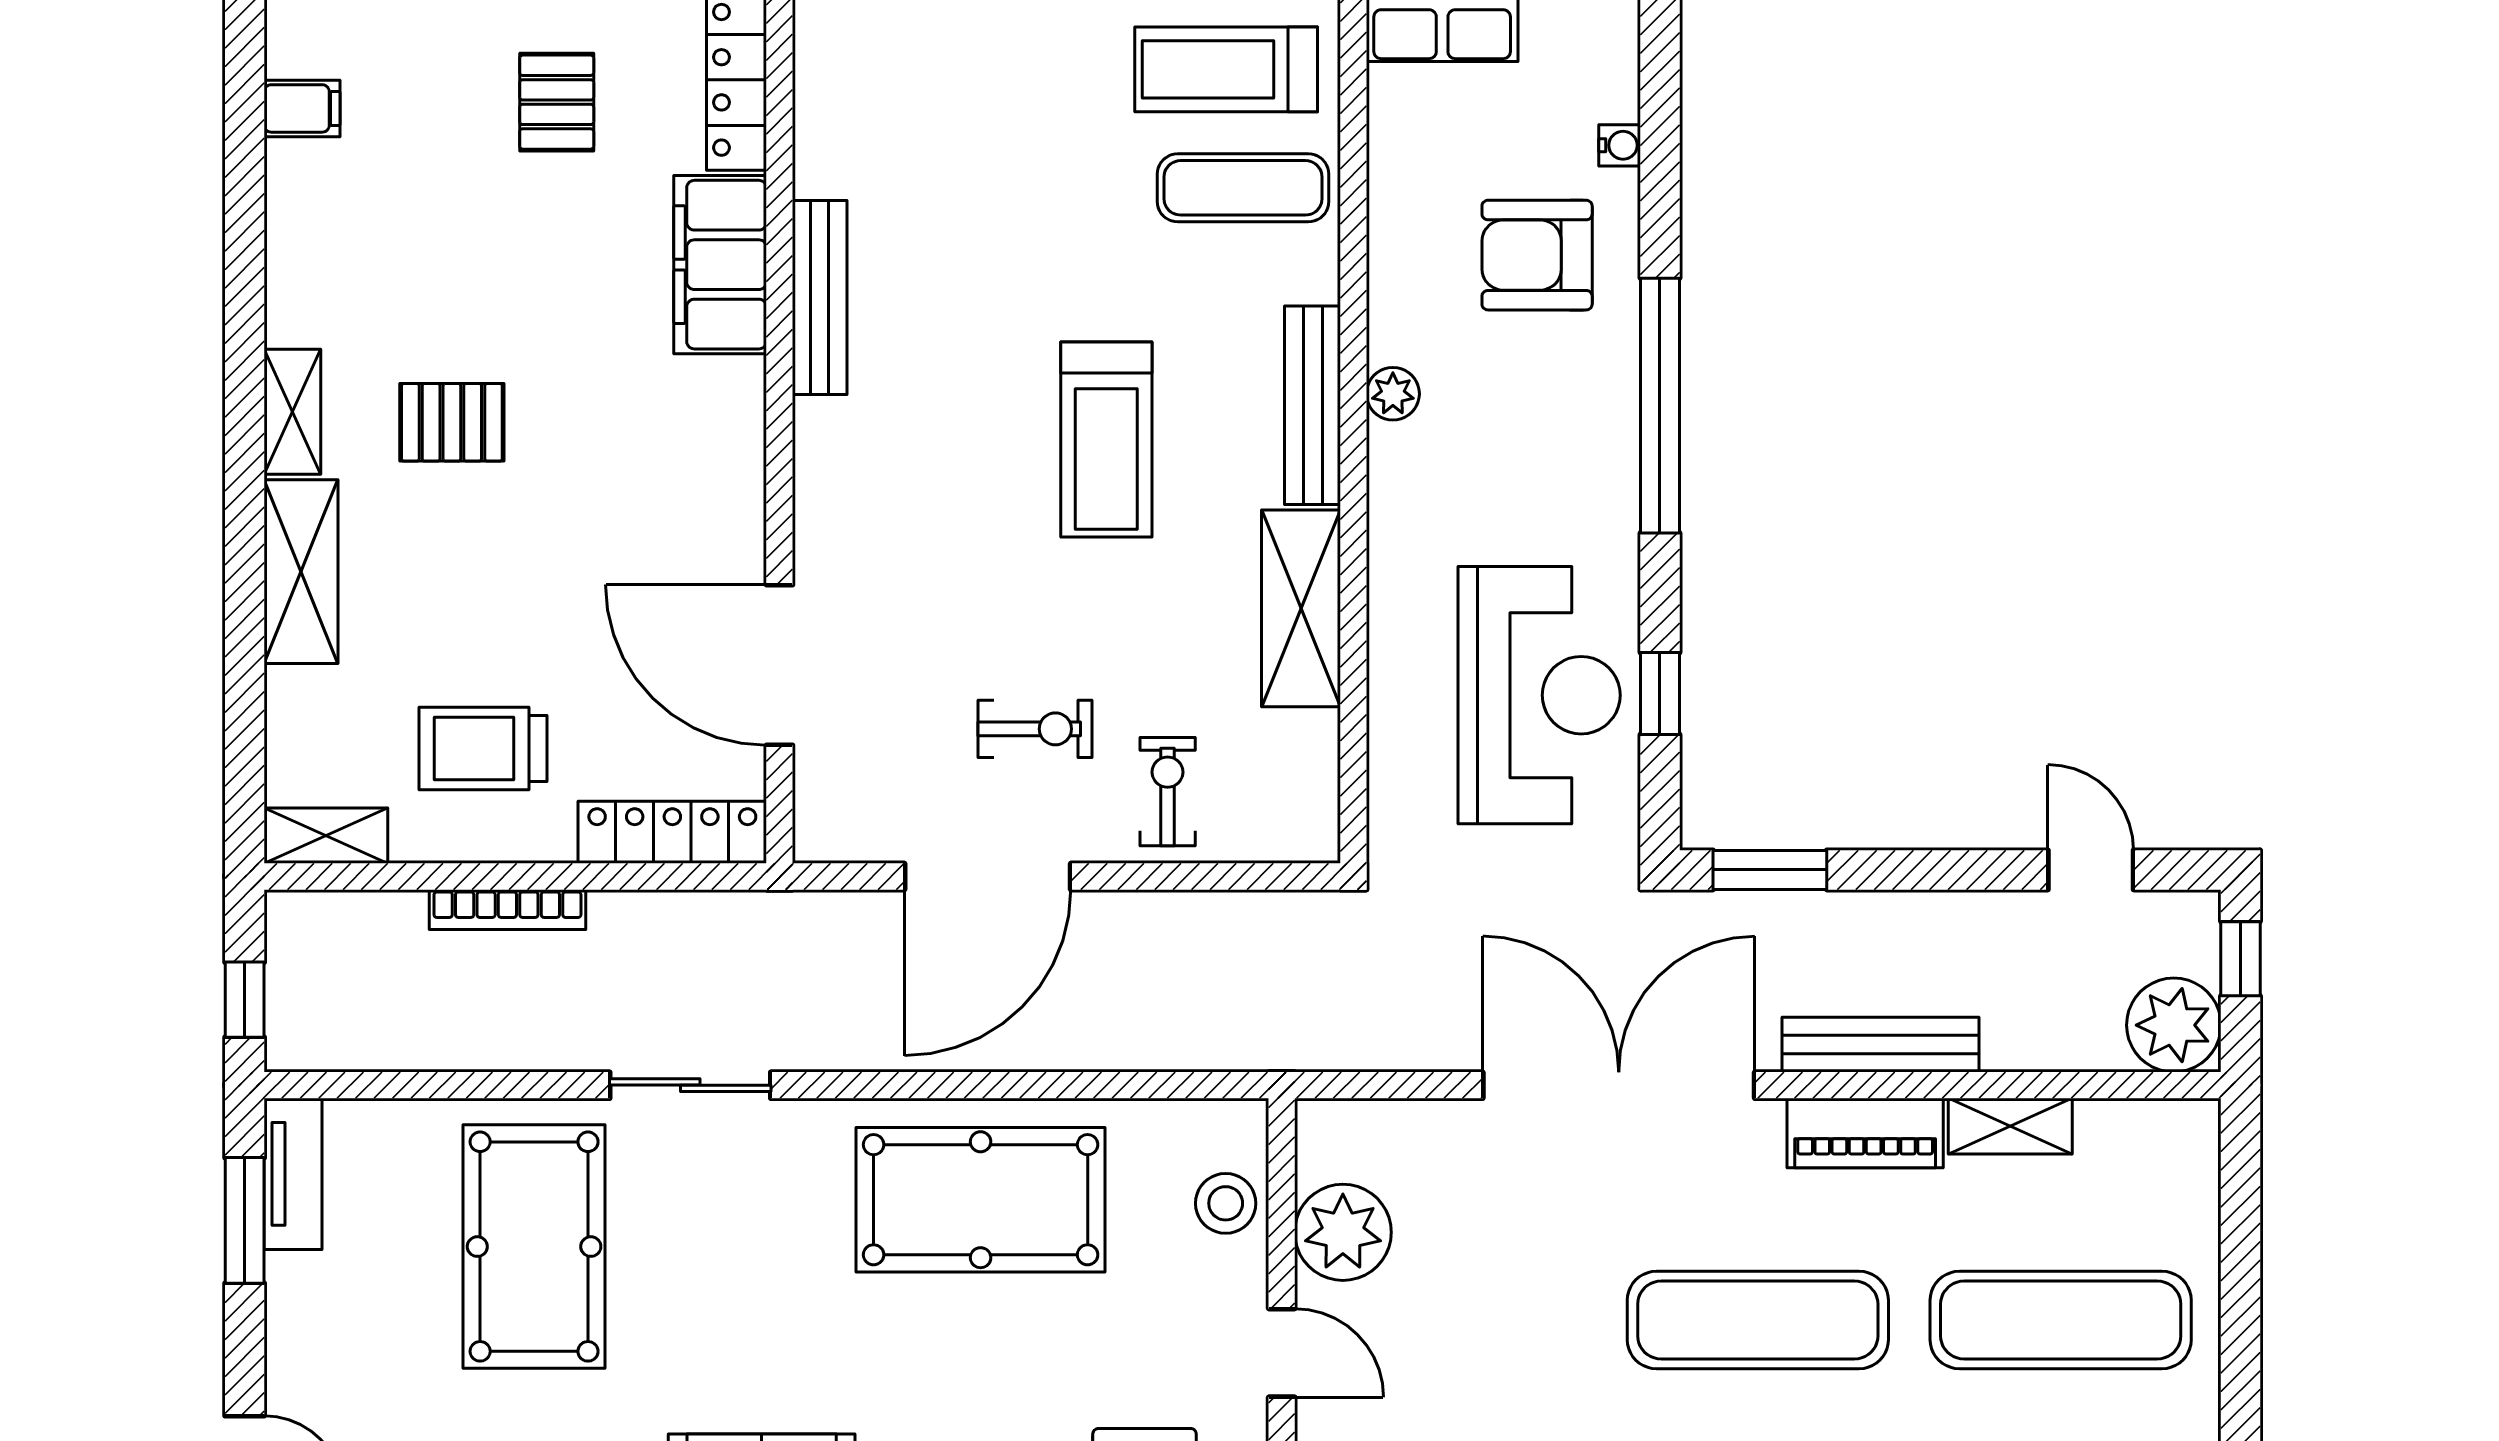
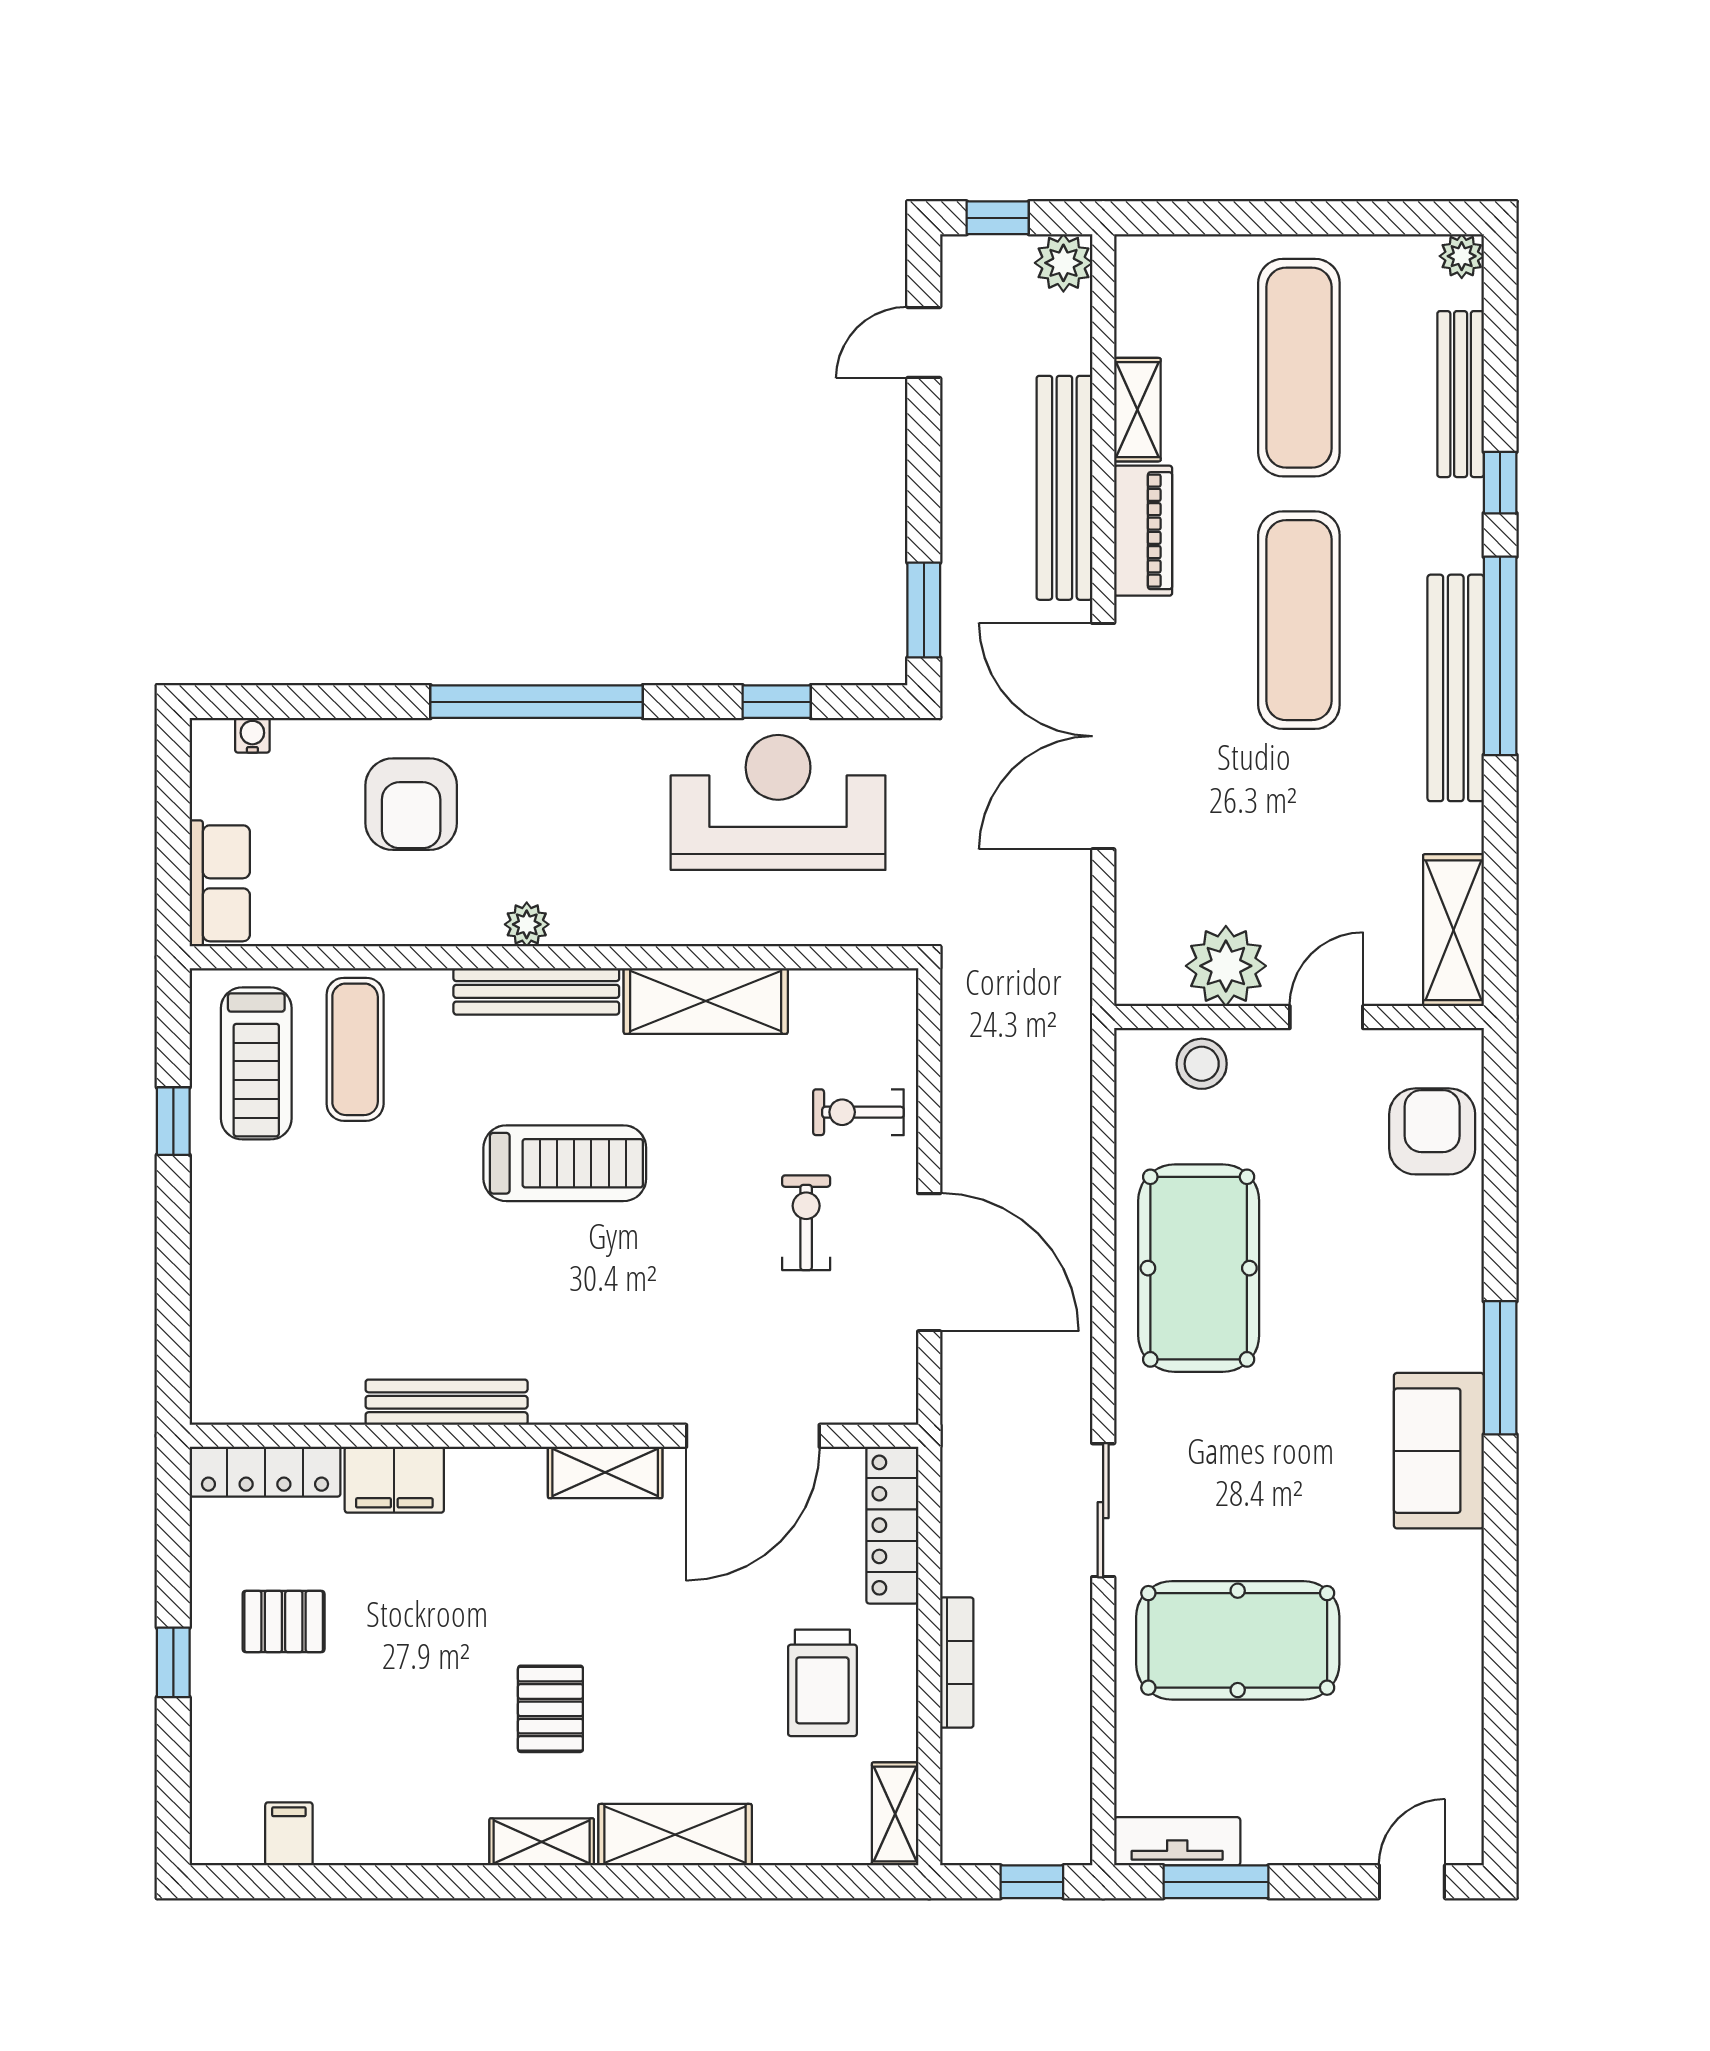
water cooler: (1620, 145) -> (252, 735), moved
filing cabinet: (720, 265) -> (394, 1480), width x0.67, depth x0.86
shelving: (735, 488) -> (605, 1472), added
plant: (2174, 1025) -> (1063, 263), width x0.73, depth x0.73
bench: (1881, 1045) -> (1064, 488), width x1.37, depth x1.21

